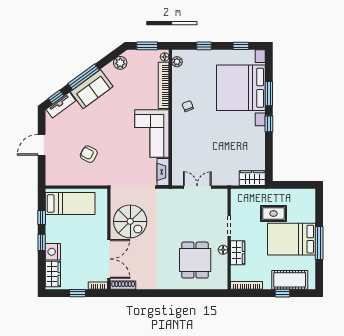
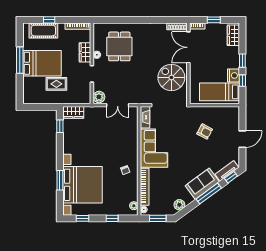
window: (269, 124) -> (60, 126), moved
plant: (220, 197) -> (99, 97), added
nightstand: (53, 252) -> (233, 75), moved

